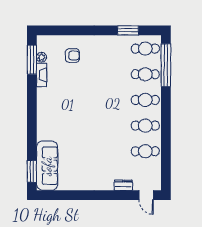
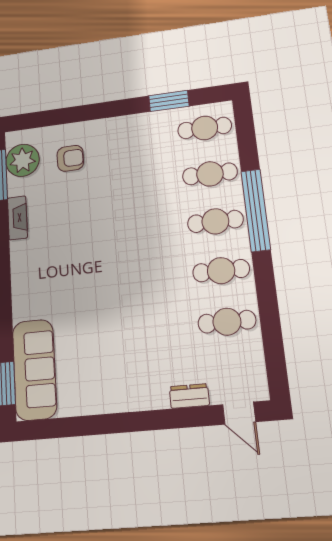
plant: (41, 57) -> (23, 160), width x1.87, depth x1.87
window: (166, 65) -> (256, 210), moved
fireplace: (42, 75) -> (17, 218), moved

